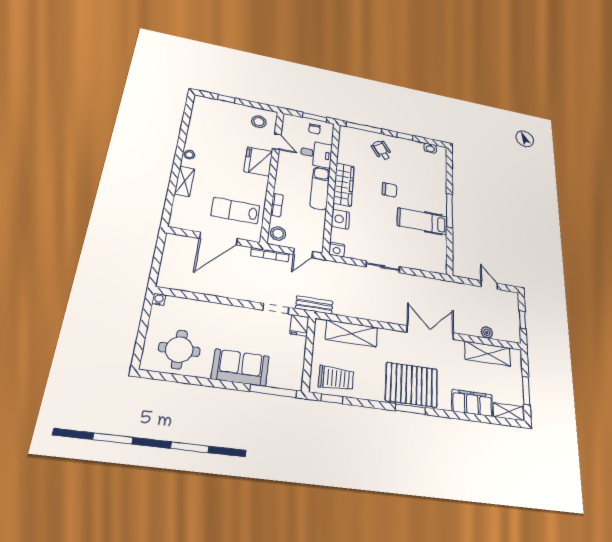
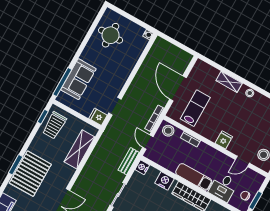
fridge: (258, 161) -> (224, 140), width x0.53, depth x0.75
bench: (314, 305) -> (129, 161), moved
sofa: (240, 368) -> (78, 79), moved

